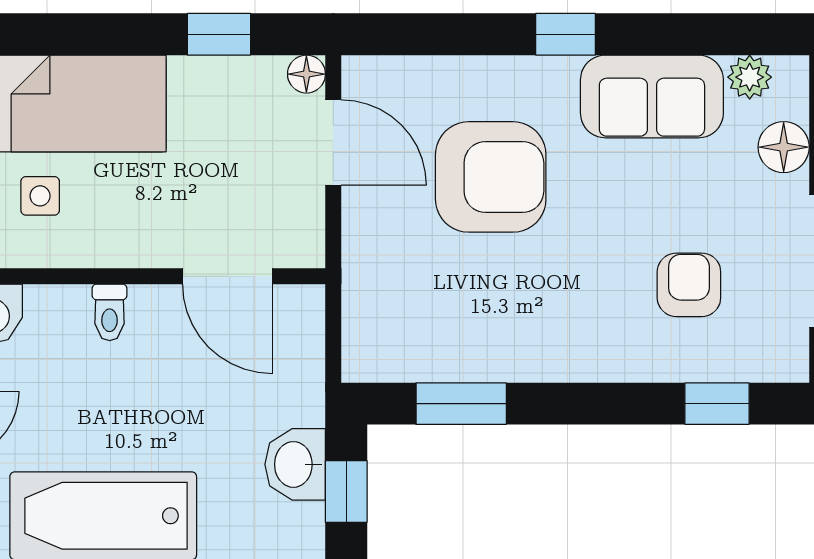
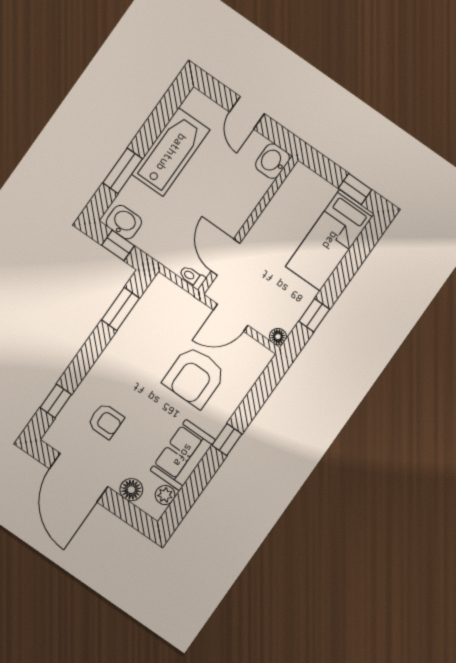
door: (333, 143) -> (231, 318), moved
side table: (40, 196) -> (301, 210), removed
door: (227, 276) -> (225, 257), hinge flipped
toilet: (110, 312) -> (192, 277), moved
washbasin: (295, 464) -> (124, 222), moved

